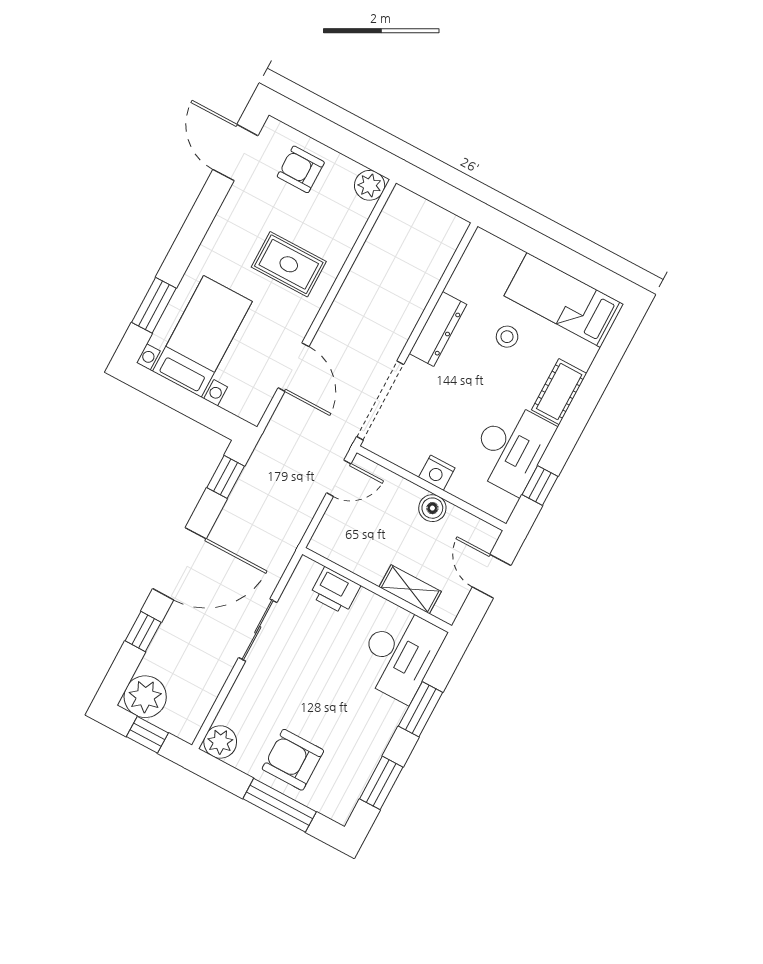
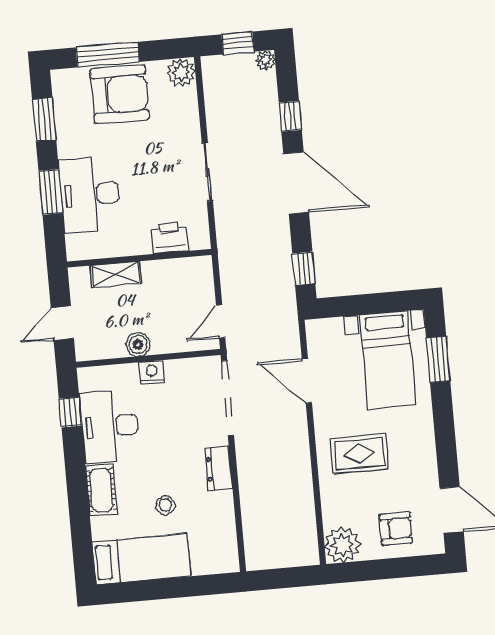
plant: (370, 185) -> (342, 545), width x1.36, depth x1.36
dresser: (438, 329) -> (219, 468), width x0.70
door: (179, 564) -> (296, 183), swing flipped
door: (492, 576) -> (62, 323), swing flipped
desk: (400, 654) -> (90, 194), moved
plant: (145, 697) -> (265, 60), width x0.53, depth x0.53
armchair: (293, 760) -> (120, 94), width x1.36, depth x1.36

